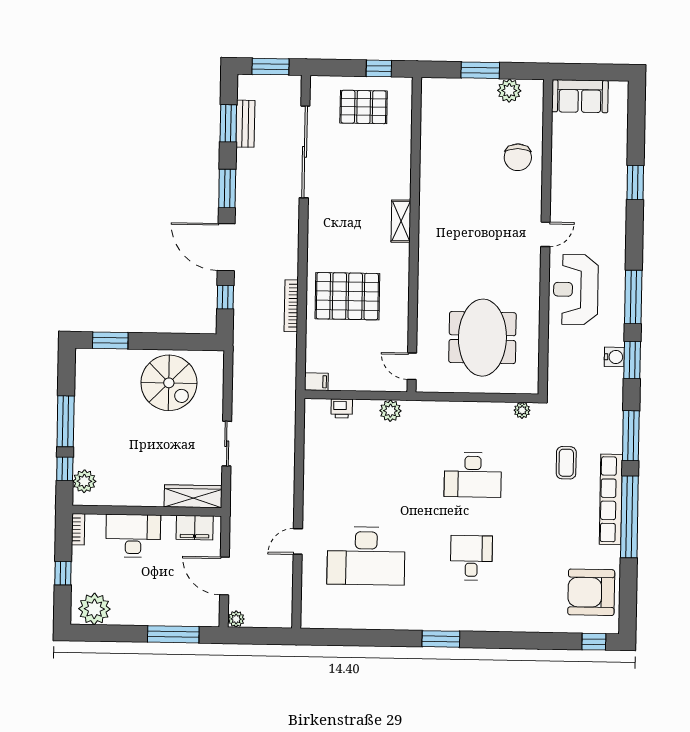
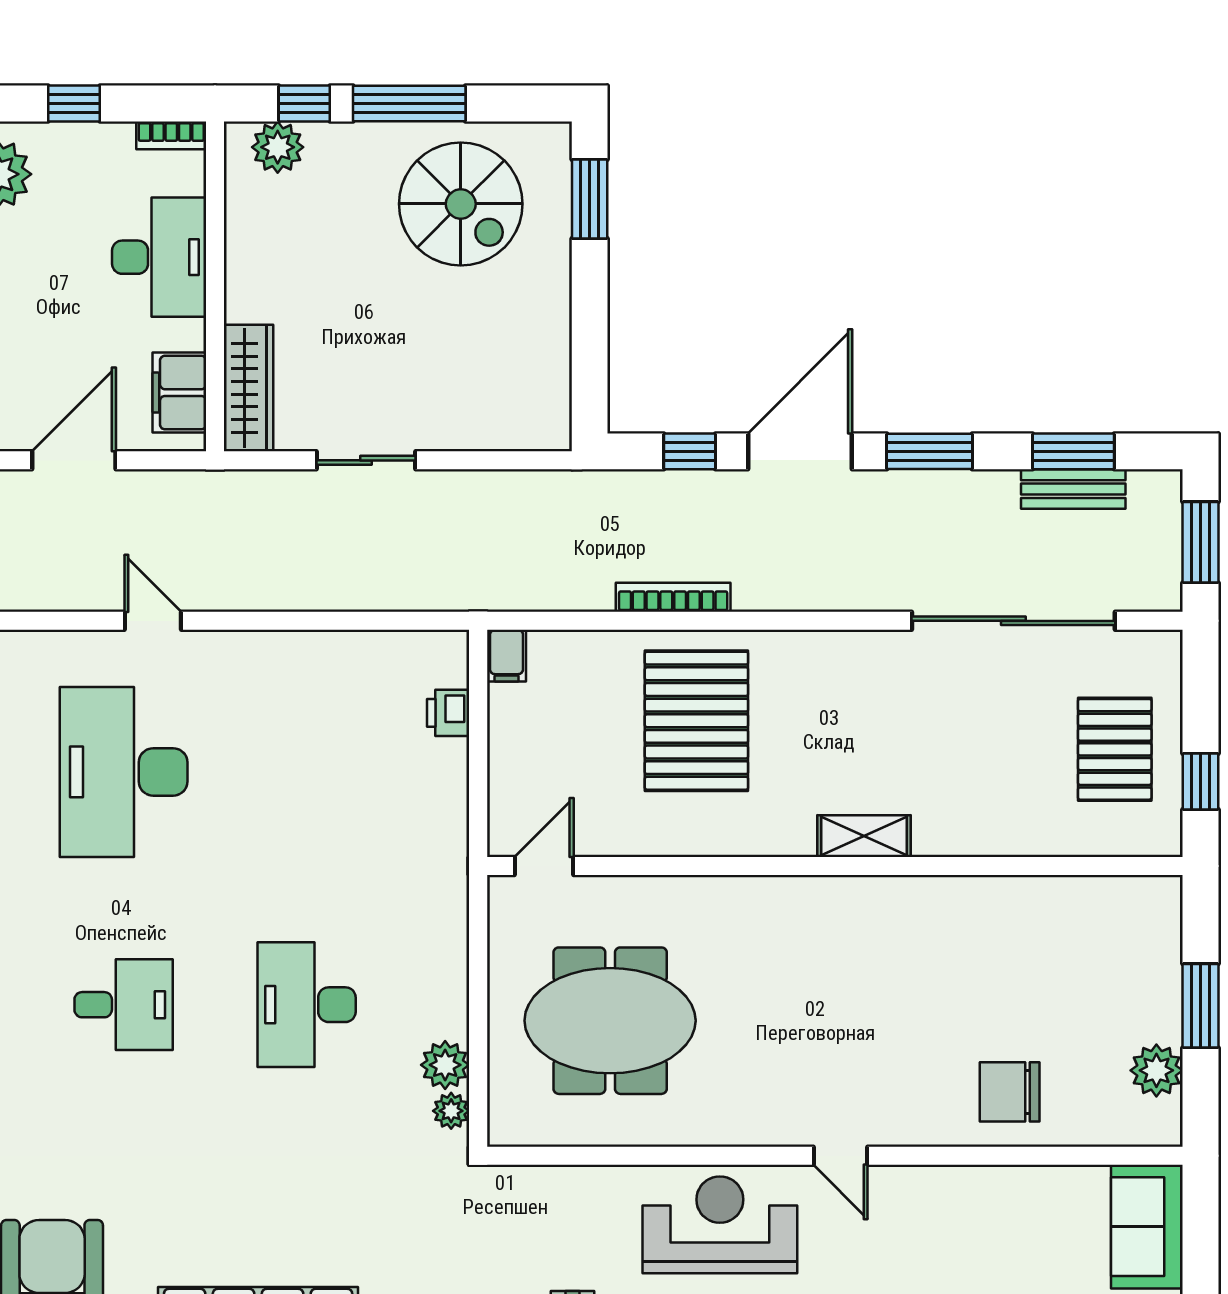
spiral stairs: (169, 383) -> (461, 204), moved, turned -90
plant: (390, 411) -> (445, 1065), moved
coffee table: (566, 463) -> (337, 1210), removed

